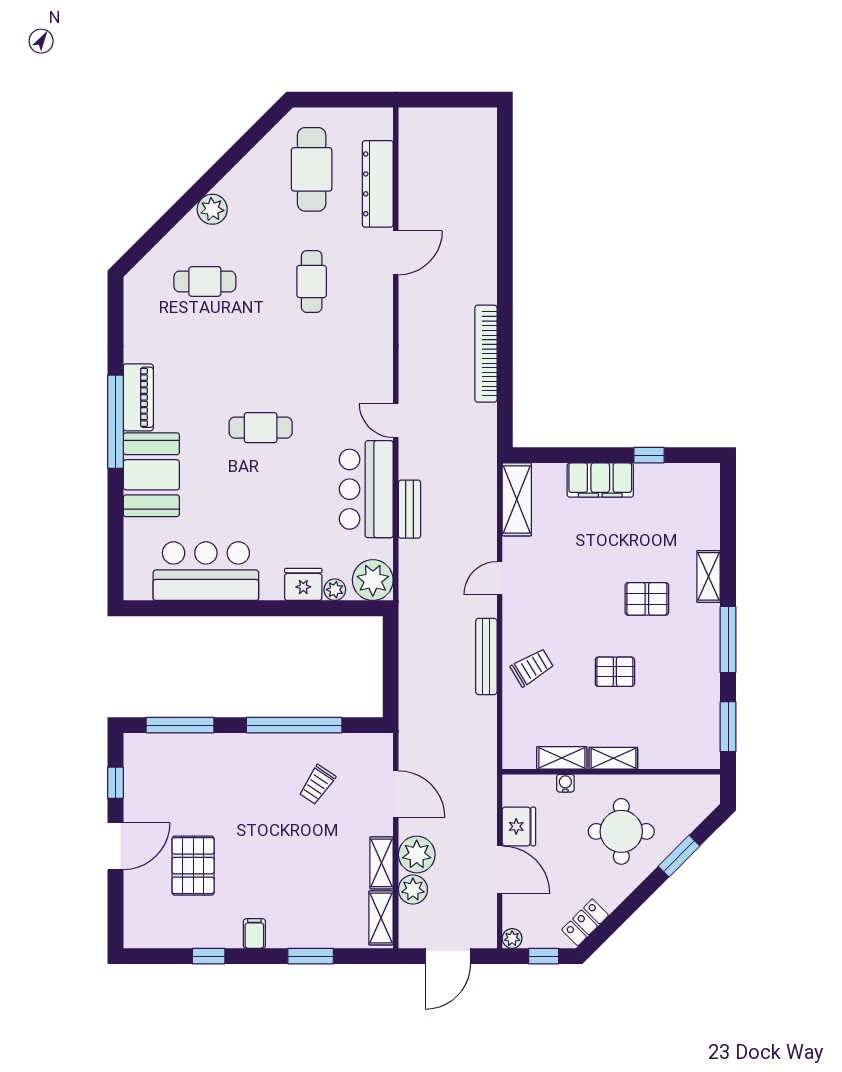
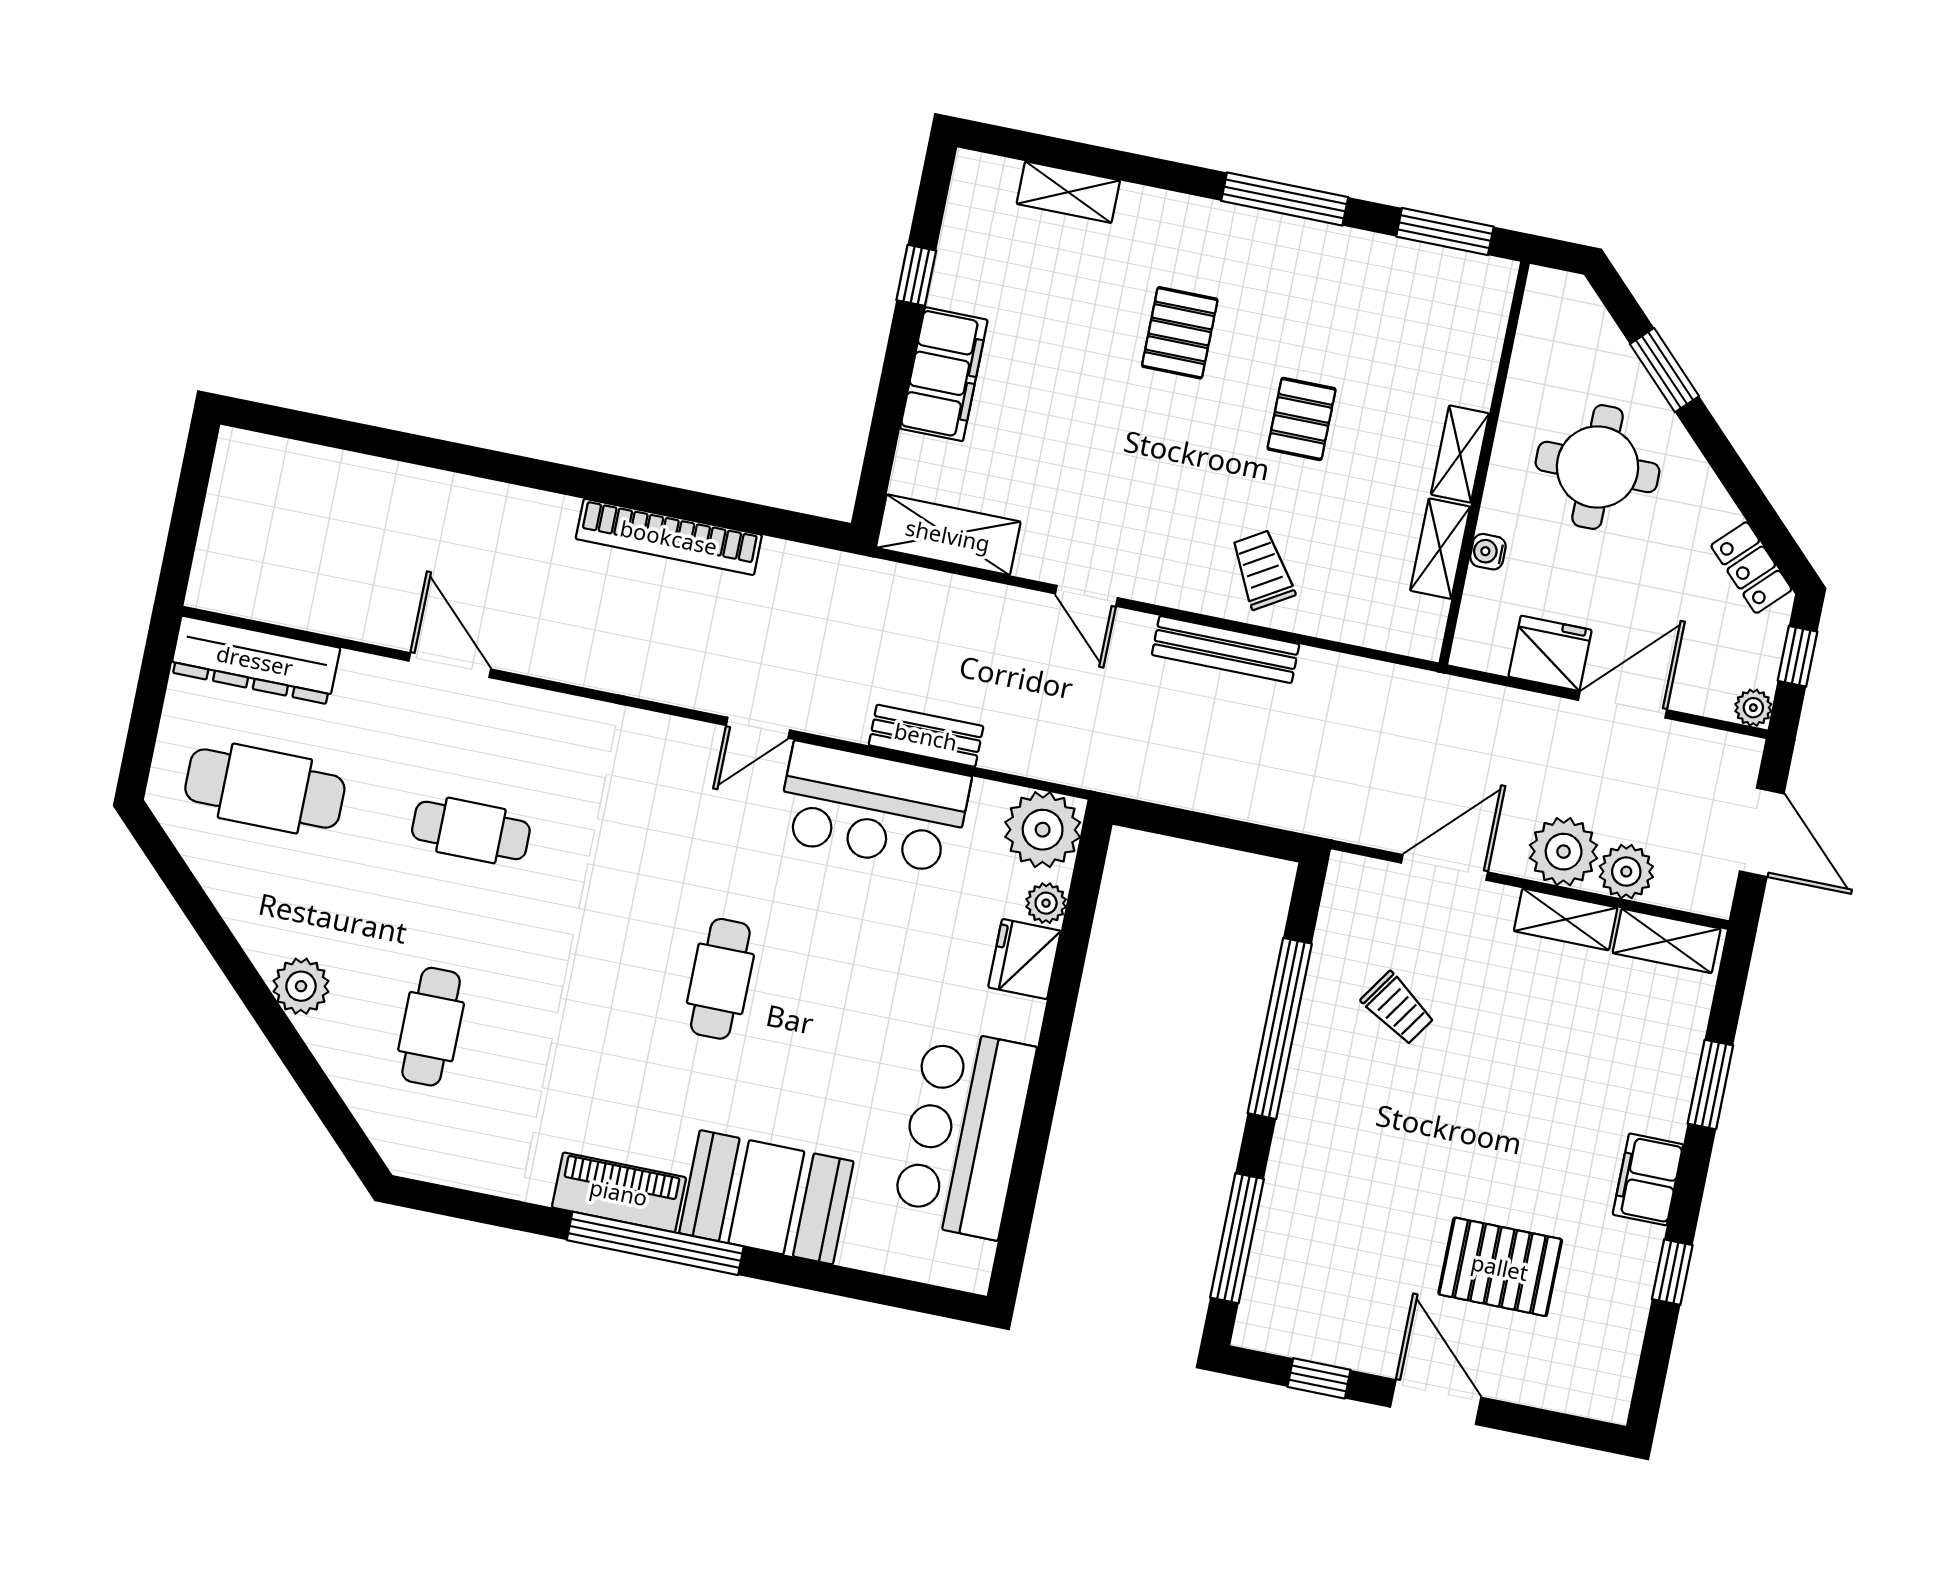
dresser: (378, 184) -> (255, 660), moved
shelving: (709, 576) -> (1068, 192), moved
filing cabinet: (254, 934) -> (1648, 1179), width x2.00

